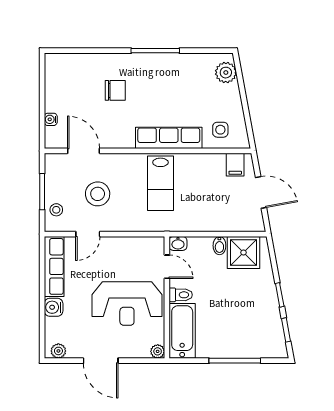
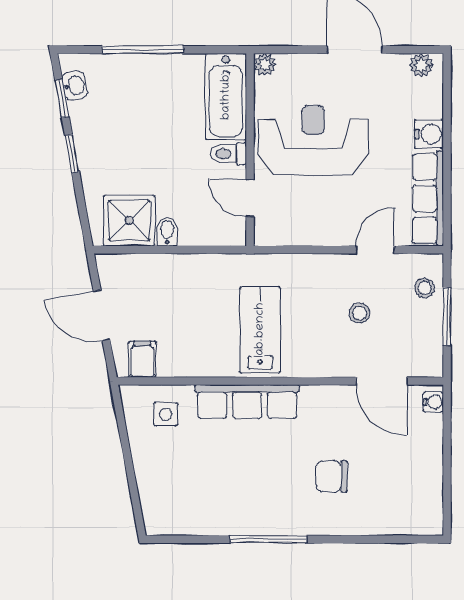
plant: (226, 73) -> (157, 505), removed
water cooler: (51, 119) -> (433, 402), moved
stool: (98, 194) -> (359, 313), width x0.53, depth x0.53
washbasin: (178, 243) -> (75, 86), moved, turned 80

